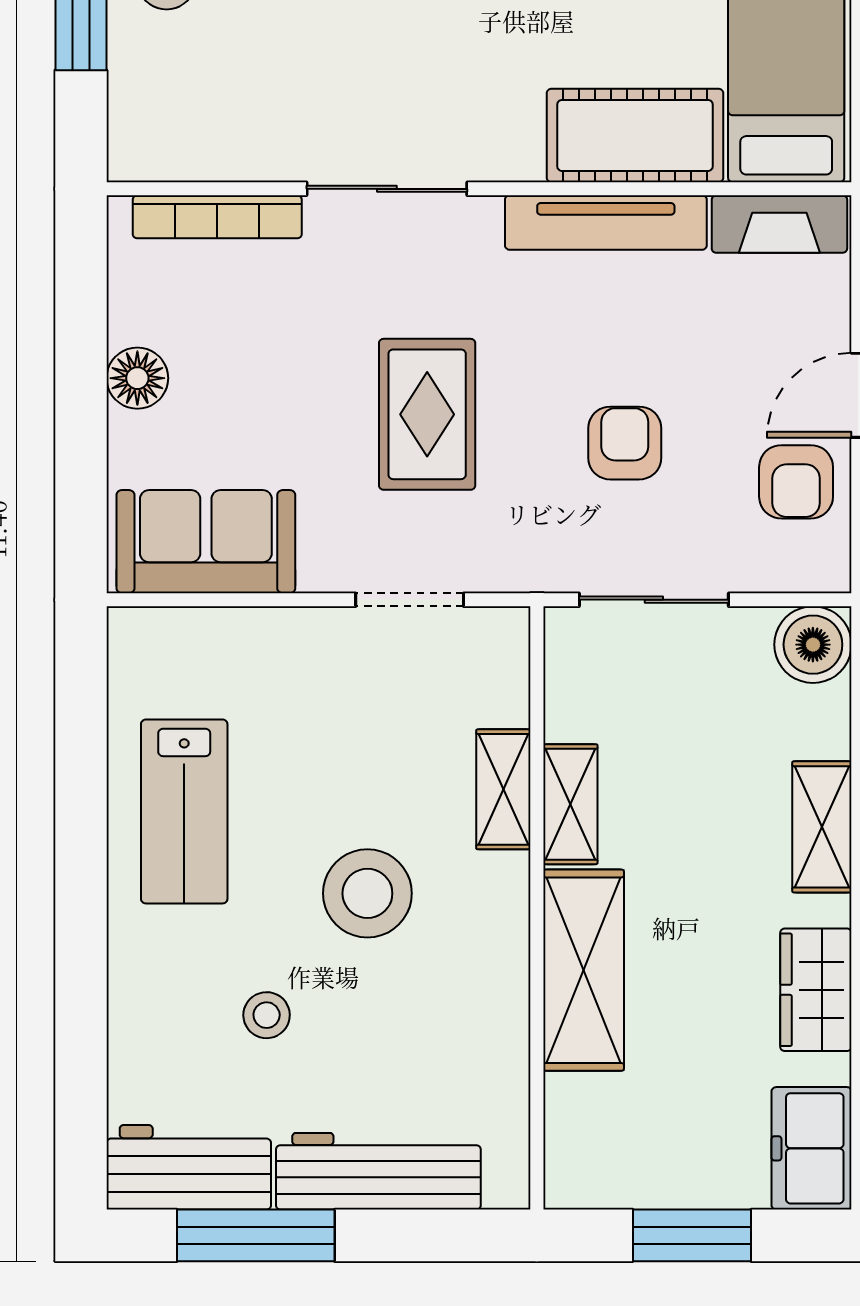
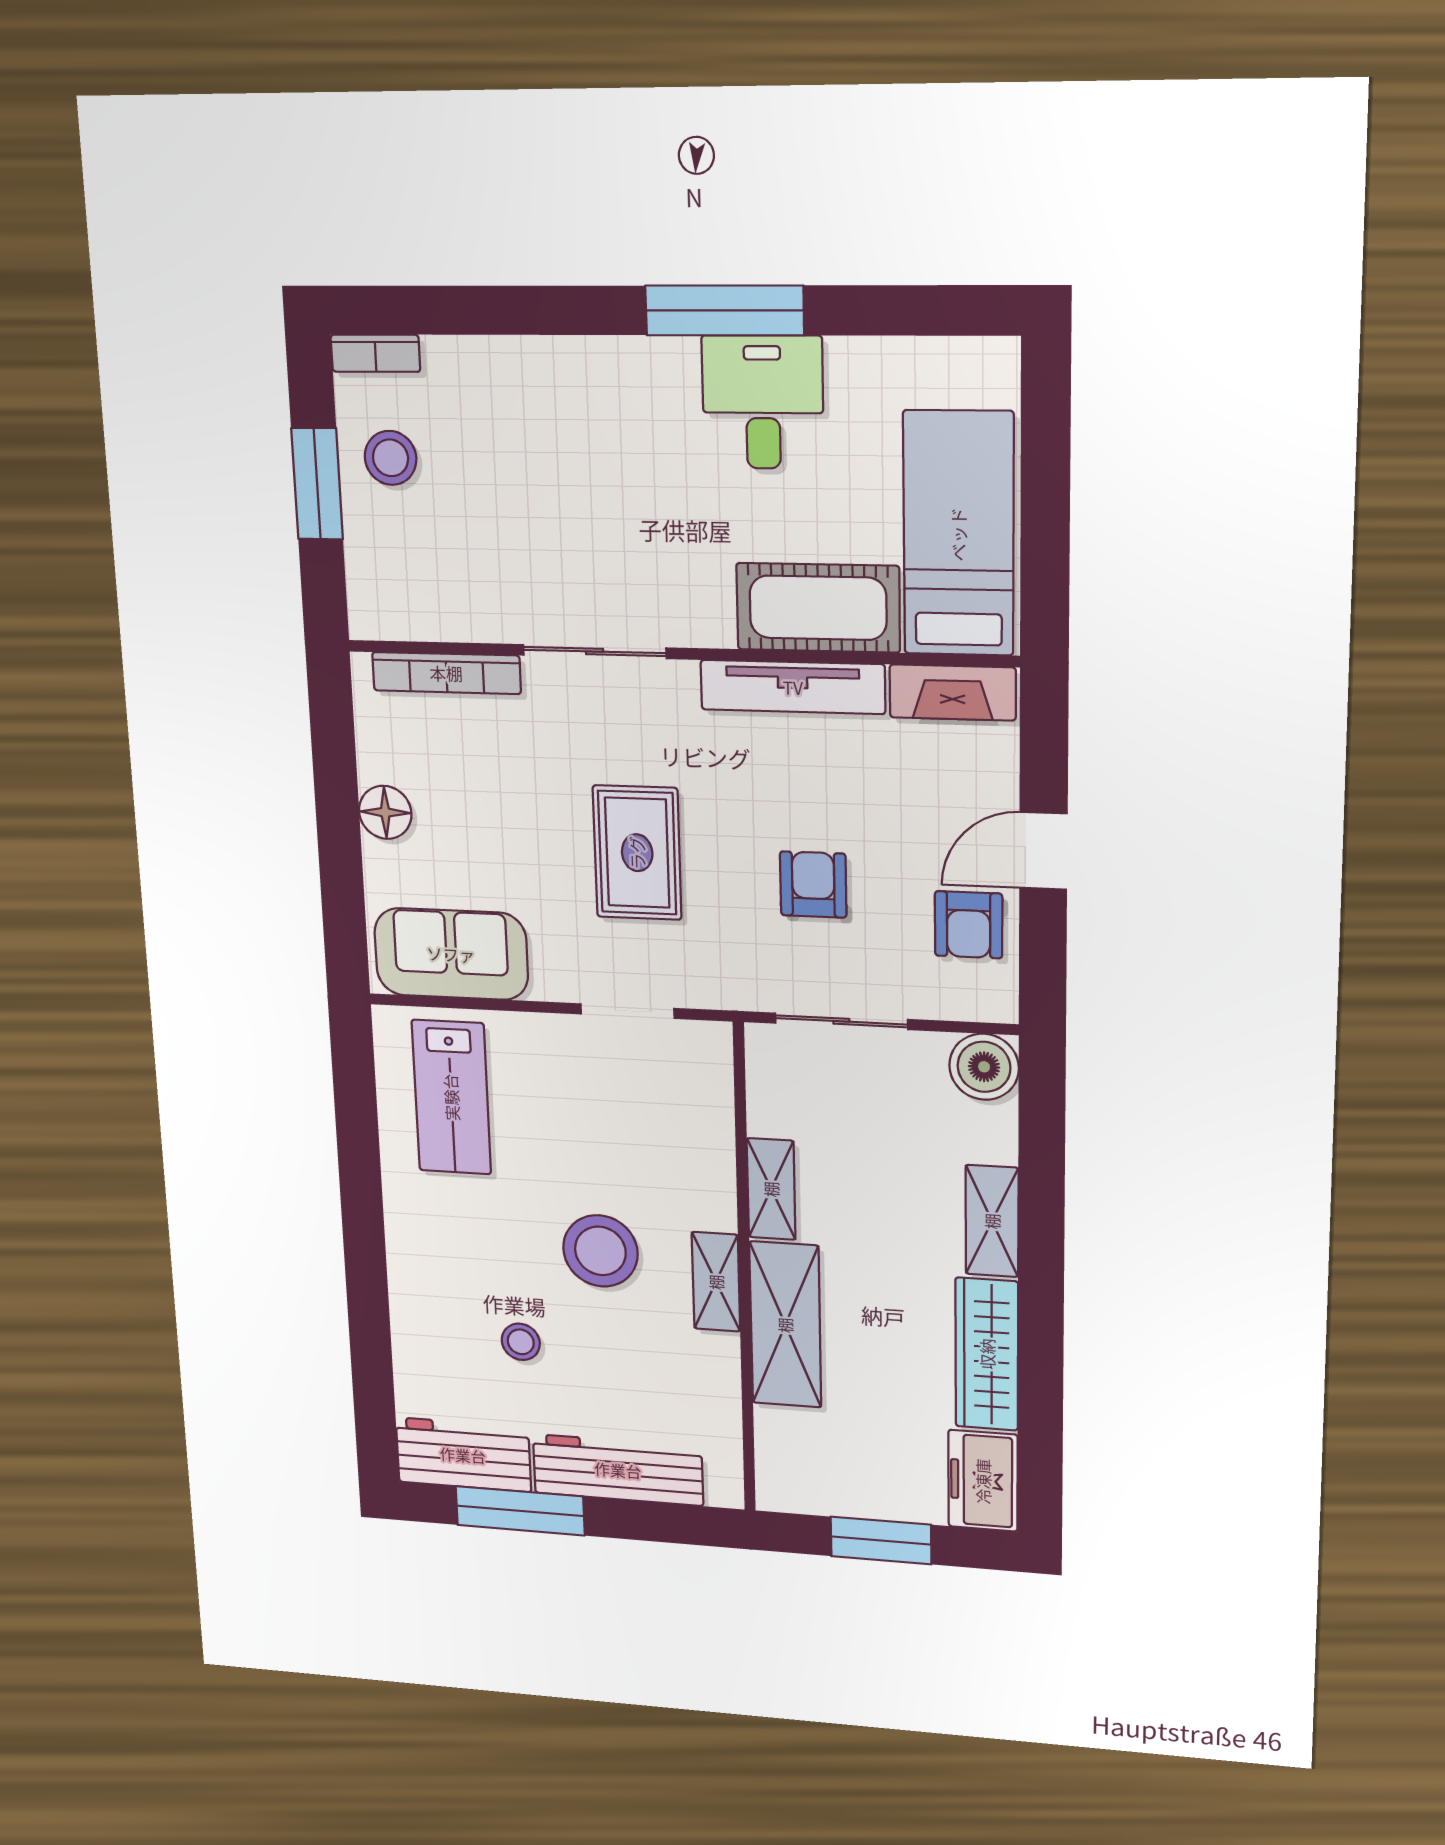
shelving: (503, 789) -> (716, 1282), moved
lab bench: (184, 811) -> (451, 1097), moved
wardrobe: (816, 990) -> (987, 1354), width x1.50

